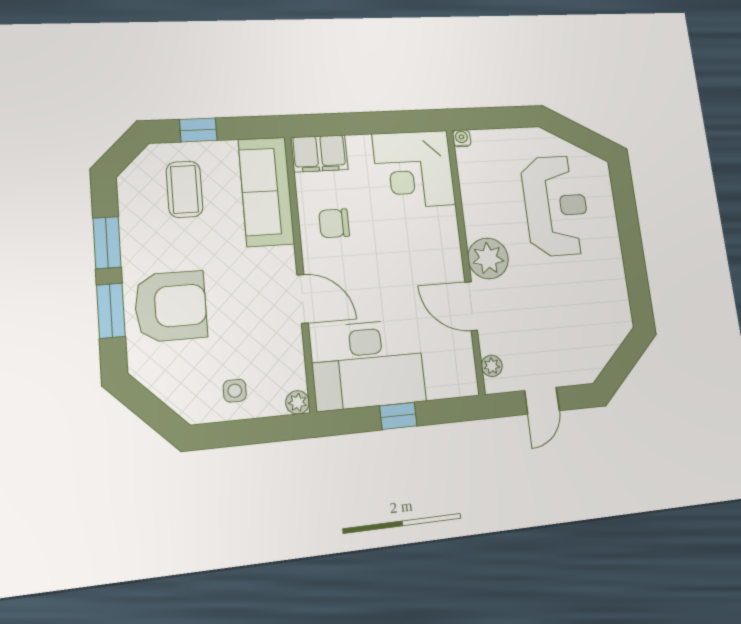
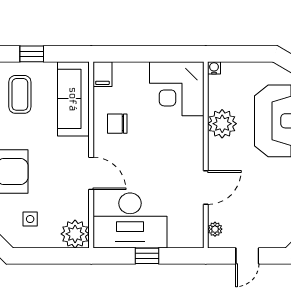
filing cabinet: (319, 153) -> (102, 74), width x0.50
plant: (488, 258) -> (222, 124), moved
door: (471, 306) -> (206, 187), swing flipped
side table: (235, 391) -> (30, 219), moved
plant: (298, 402) -> (75, 234), width x1.88, depth x1.88

